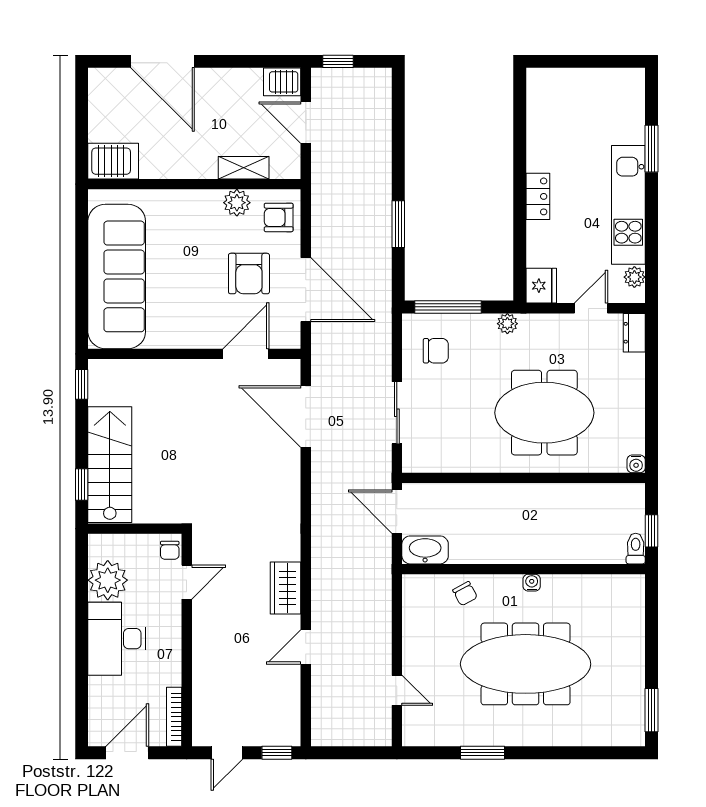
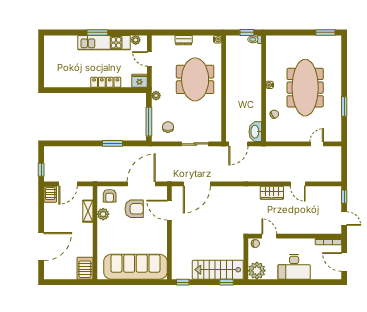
window: (651, 149) -> (97, 32), moved
locker: (538, 196) -> (106, 82), width x1.53
dresser: (634, 333) -> (184, 40), moved
plant: (108, 580) -> (257, 271), moved

